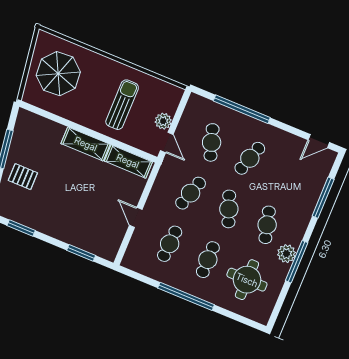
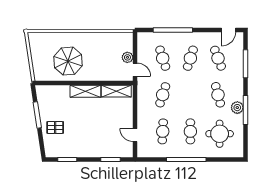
parasol: (58, 74) -> (68, 61), moved
sun lounger: (122, 105) -> (98, 58), removed
cafe table: (229, 209) -> (218, 58), moved
door: (136, 217) -> (135, 135), moved

